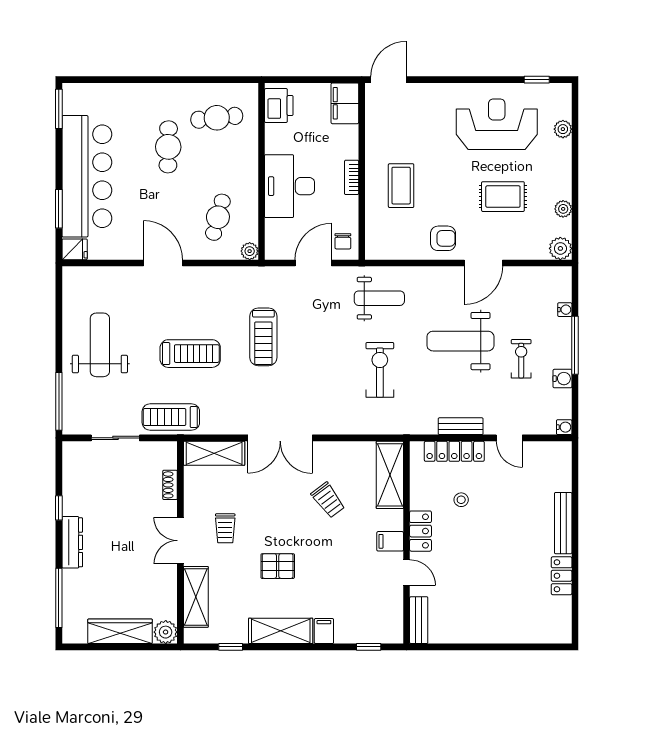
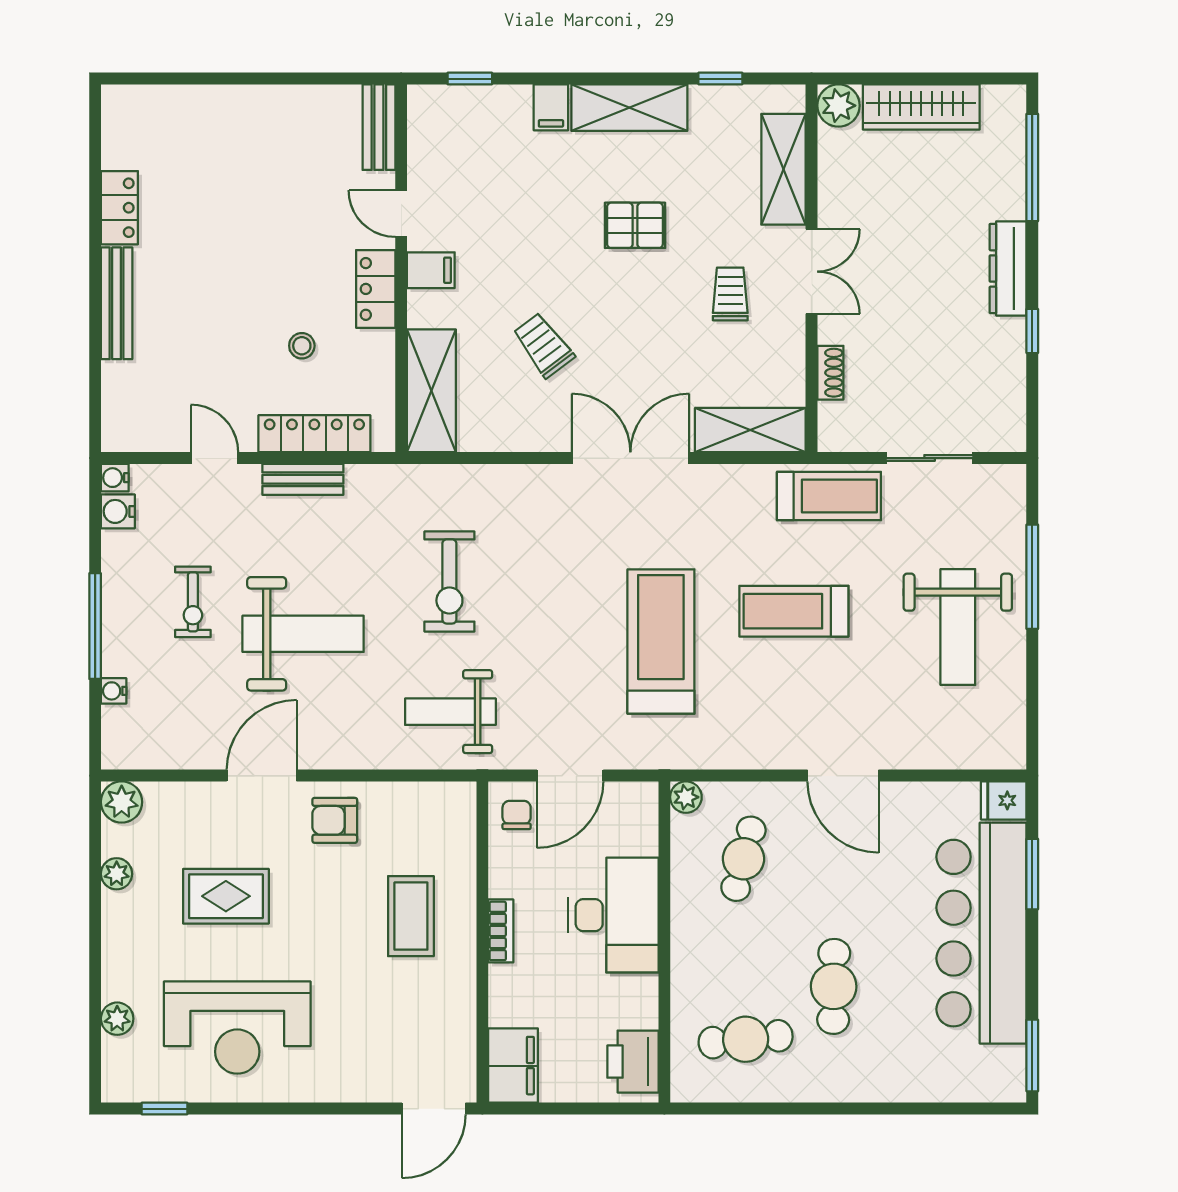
treadmill: (263, 337) -> (661, 641), width x1.37, depth x1.38
water cooler: (562, 379) -> (118, 511), moved
window: (59, 401) -> (1032, 577), moved

